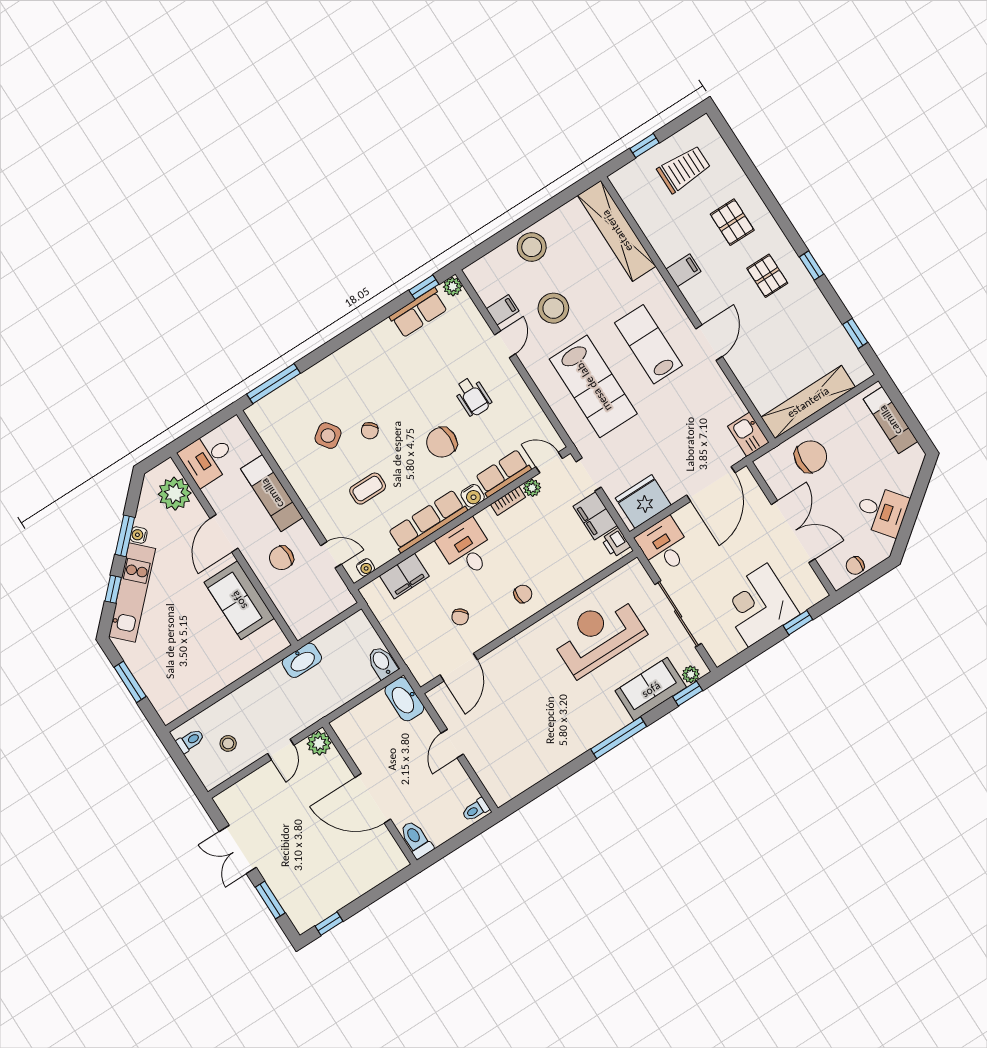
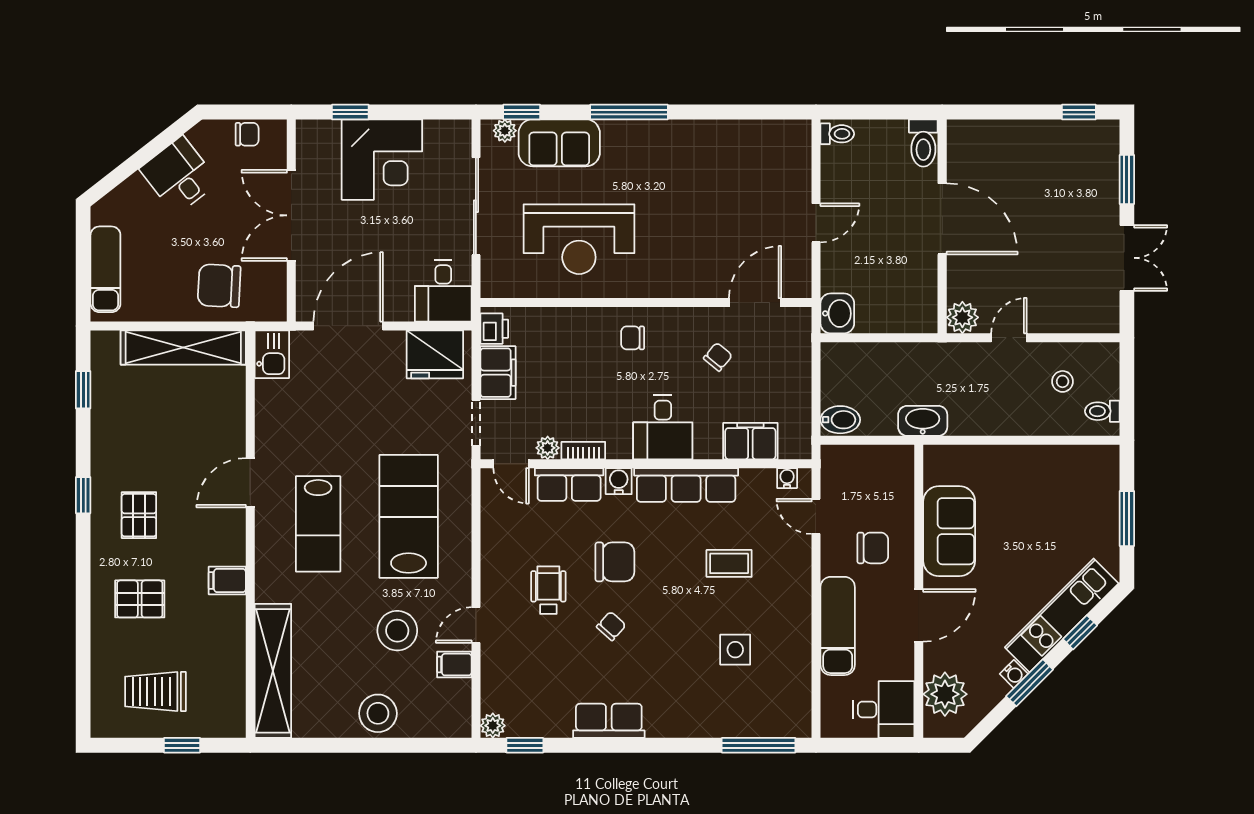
pallet: (732, 222) -> (140, 599), turned 90
row of seats: (419, 313) -> (609, 721), moved
chair: (370, 431) -> (611, 626), moved
side table: (328, 436) -> (735, 650), turned 35
bidet: (382, 662) -> (840, 420), moved, turned -90
washbasin: (404, 699) -> (837, 313), width x0.72

